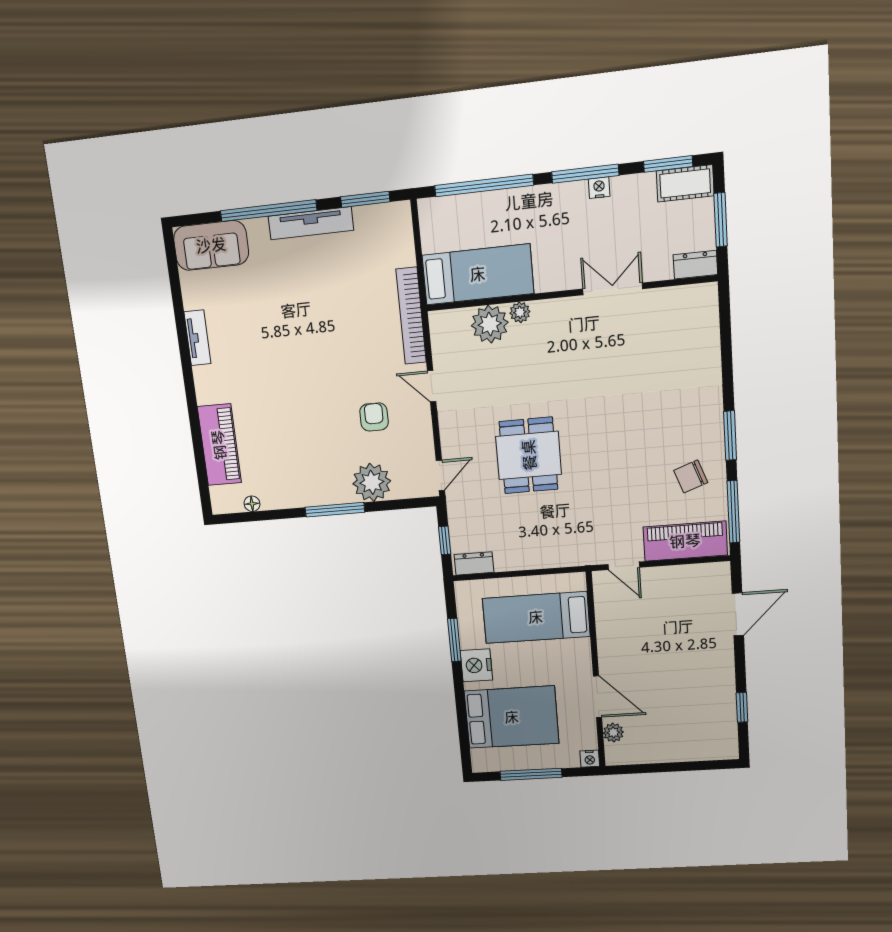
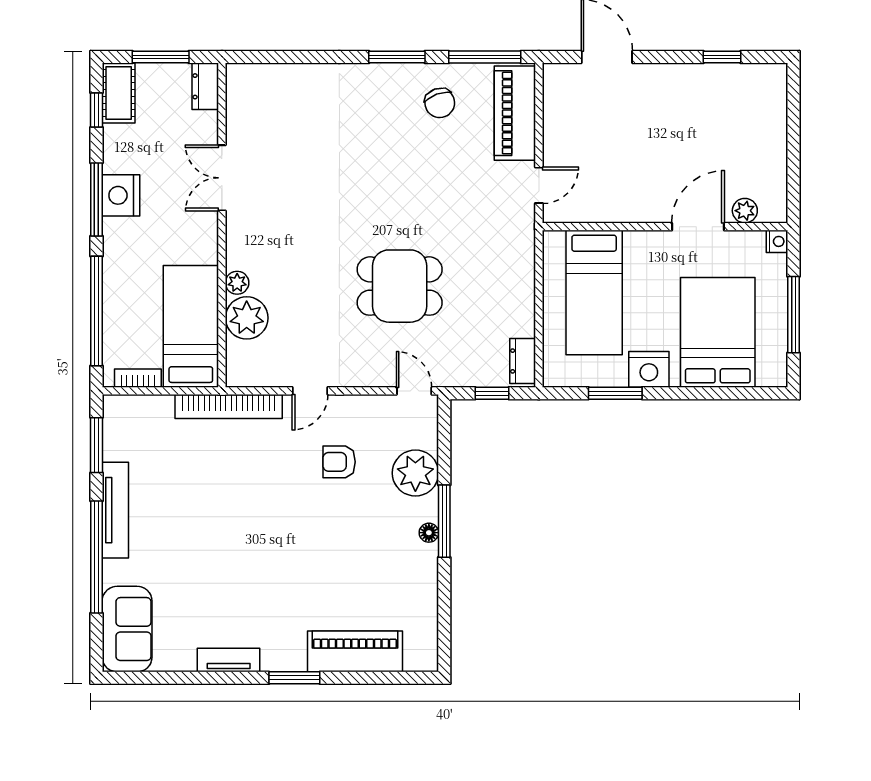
window: (668, 164) -> (96, 110), width x0.67
nightstand: (599, 188) -> (121, 195), width x1.89, depth x1.79
bookcase: (428, 231) -> (138, 378), added
window: (191, 396) -> (294, 678), added
floor lamp: (252, 504) -> (429, 533), moved

